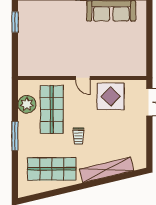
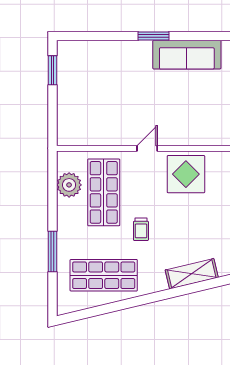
door: (83, 78) -> (147, 148), swing flipped
window: (15, 136) -> (52, 252), moved
shelving: (107, 170) -> (192, 274), width x0.68

